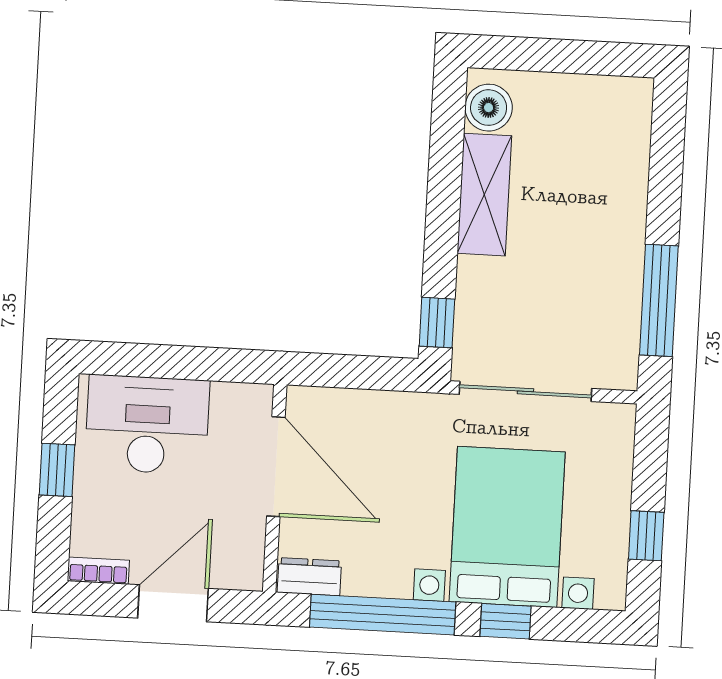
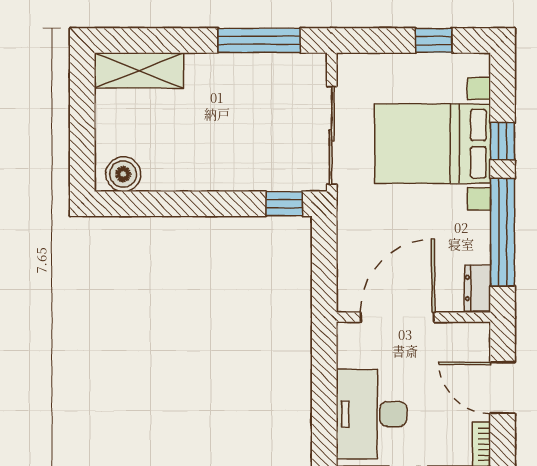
shelving: (484, 195) -> (139, 70), moved

